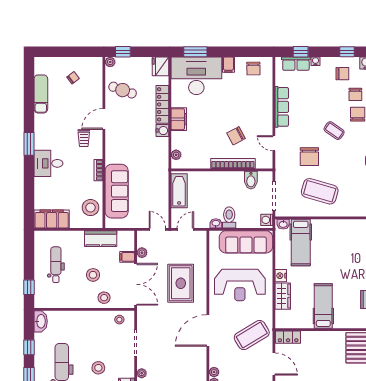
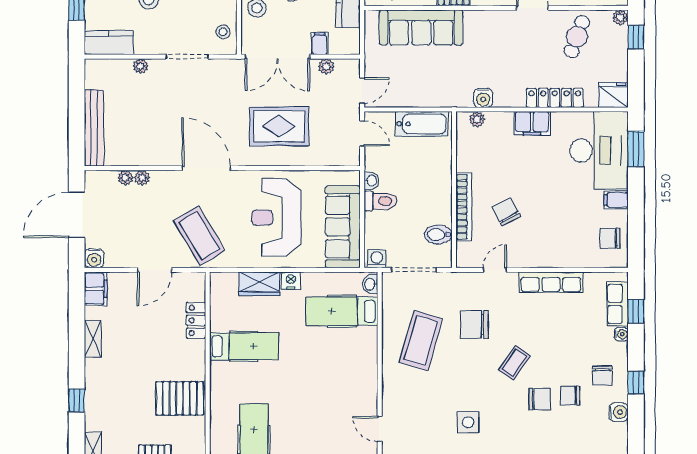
water cooler: (162, 131) -> (483, 98), moved
locker: (288, 337) -> (196, 320), moved

